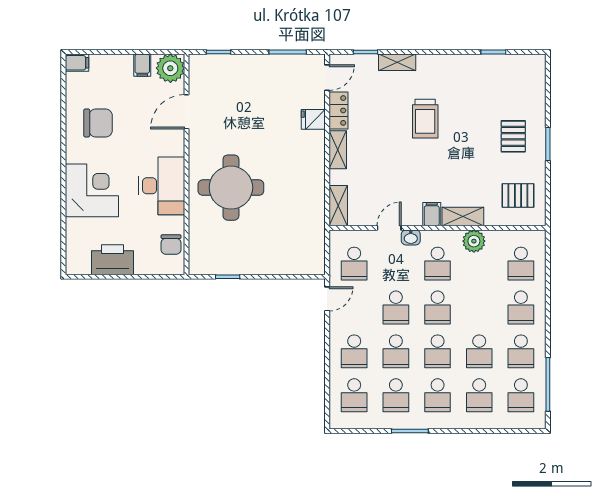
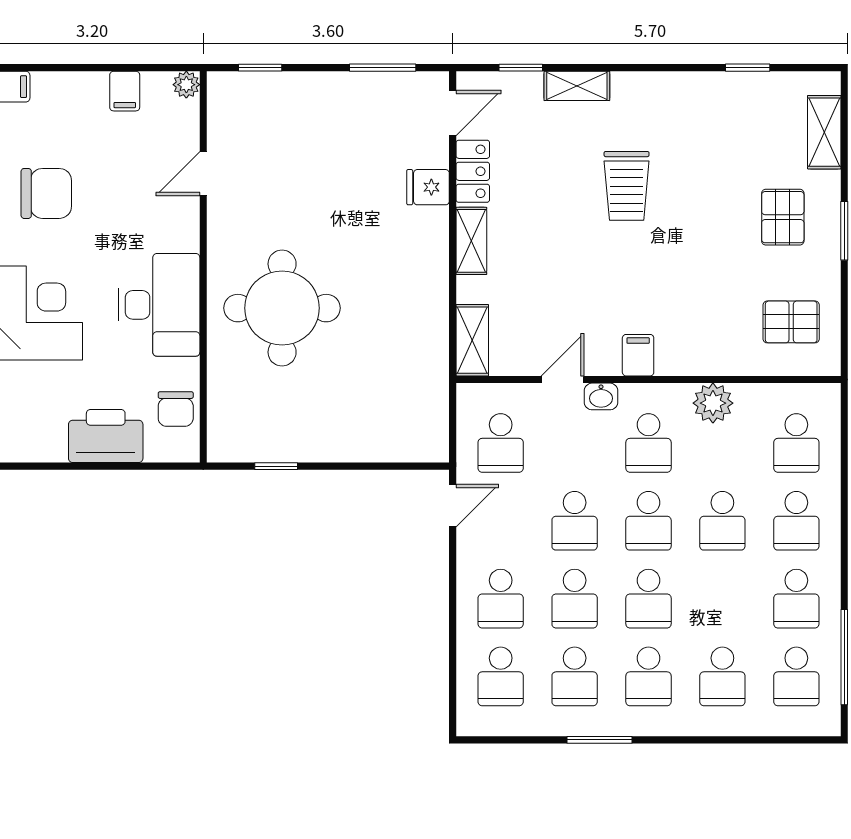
plant: (170, 68) -> (186, 85), width x0.53, depth x0.53
door: (187, 112) -> (203, 174), width x0.73
shelving: (463, 217) -> (824, 132), moved, turned 90
printer: (112, 260) -> (106, 436), moved
school desk: (479, 351) -> (722, 521), moved

